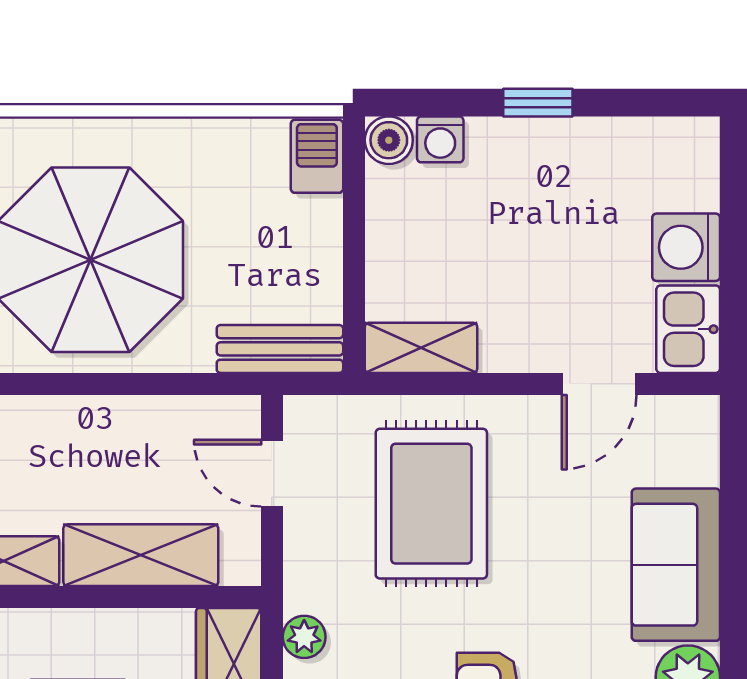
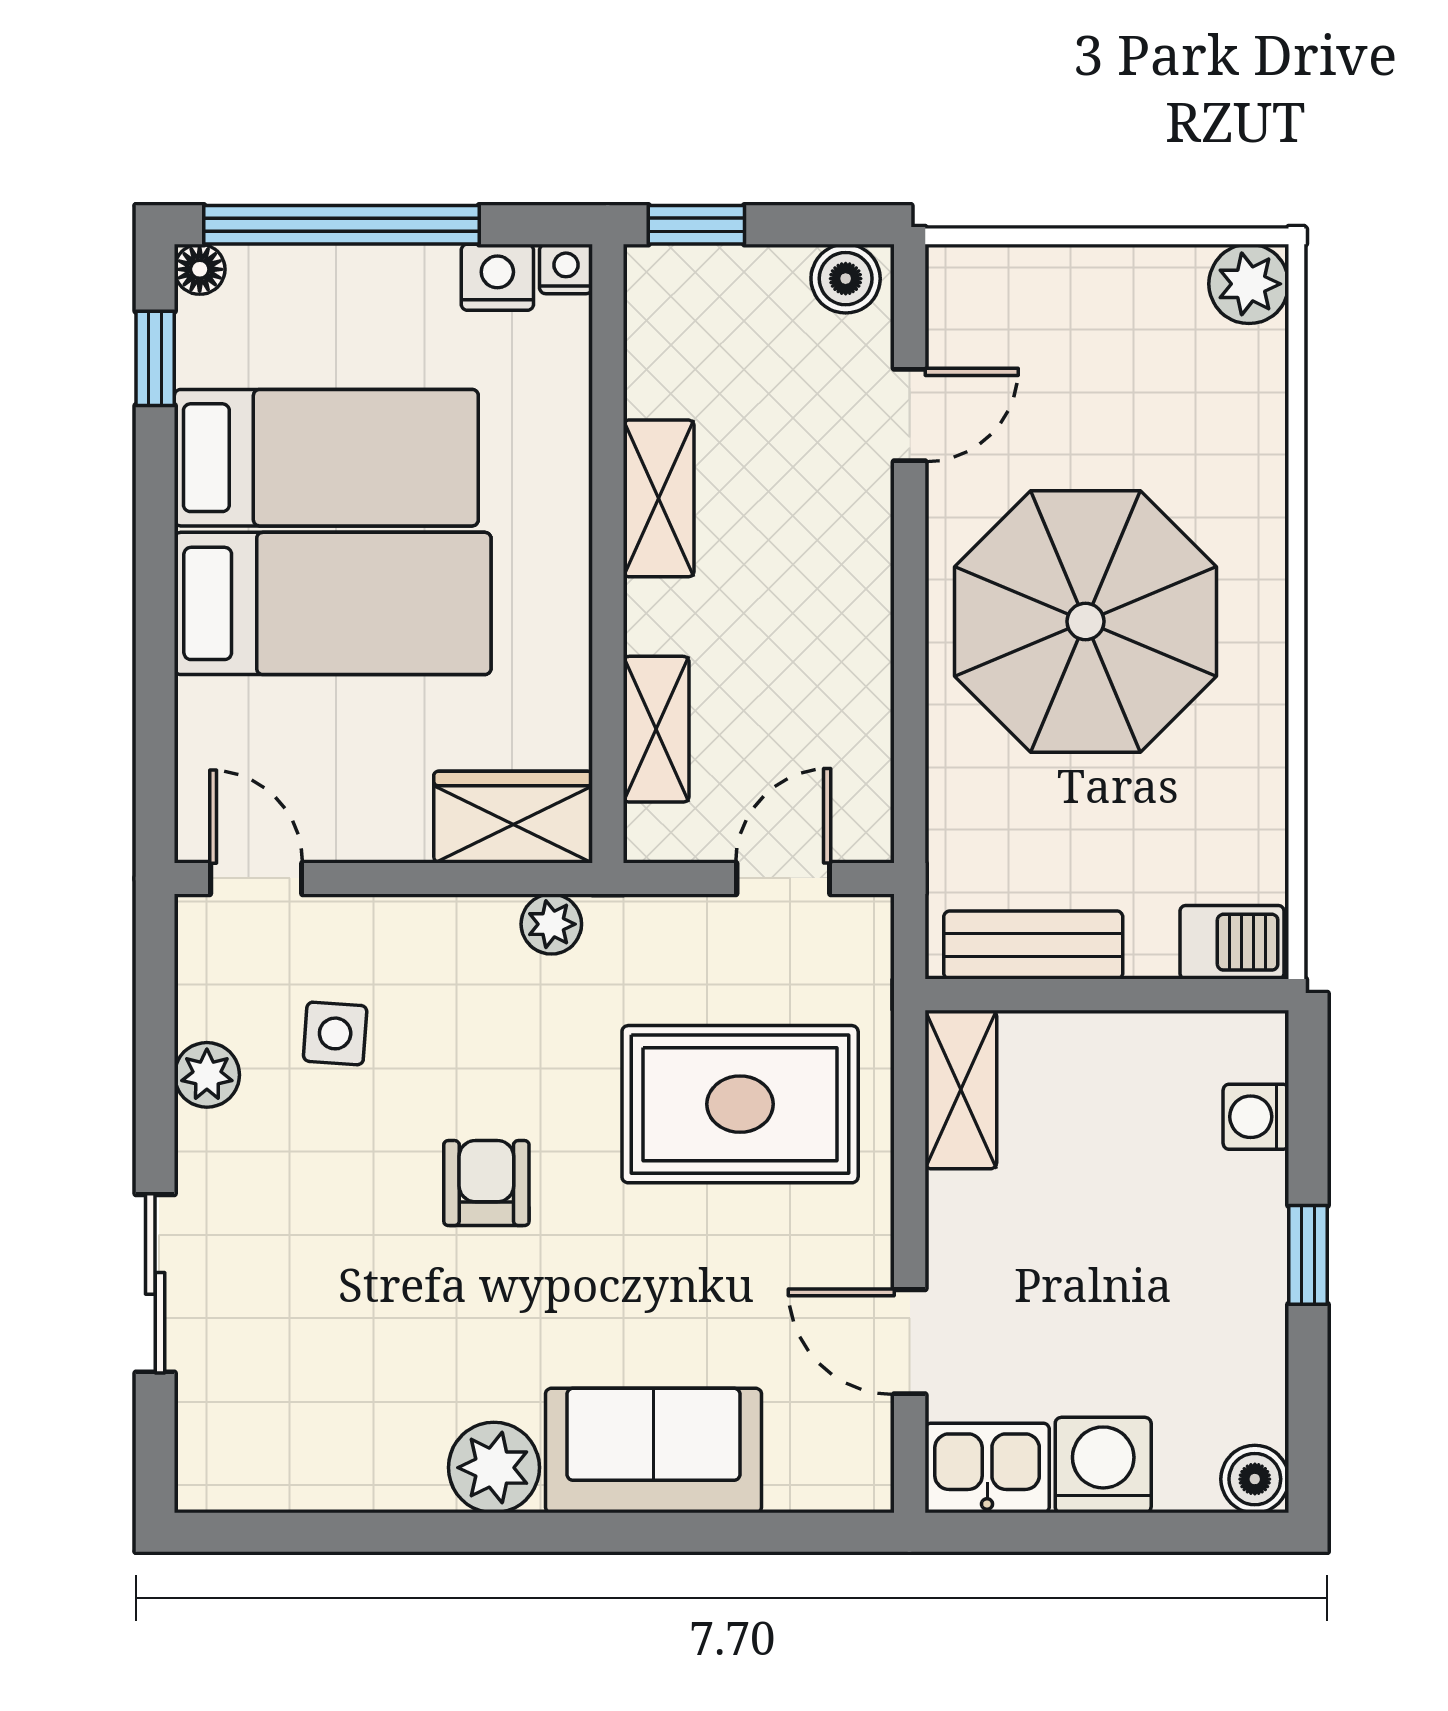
boiler: (389, 140) -> (1255, 1479), moved
bench: (280, 349) -> (1033, 945), moved, turned 90
shelving: (141, 555) -> (656, 729), width x0.67, depth x0.75

